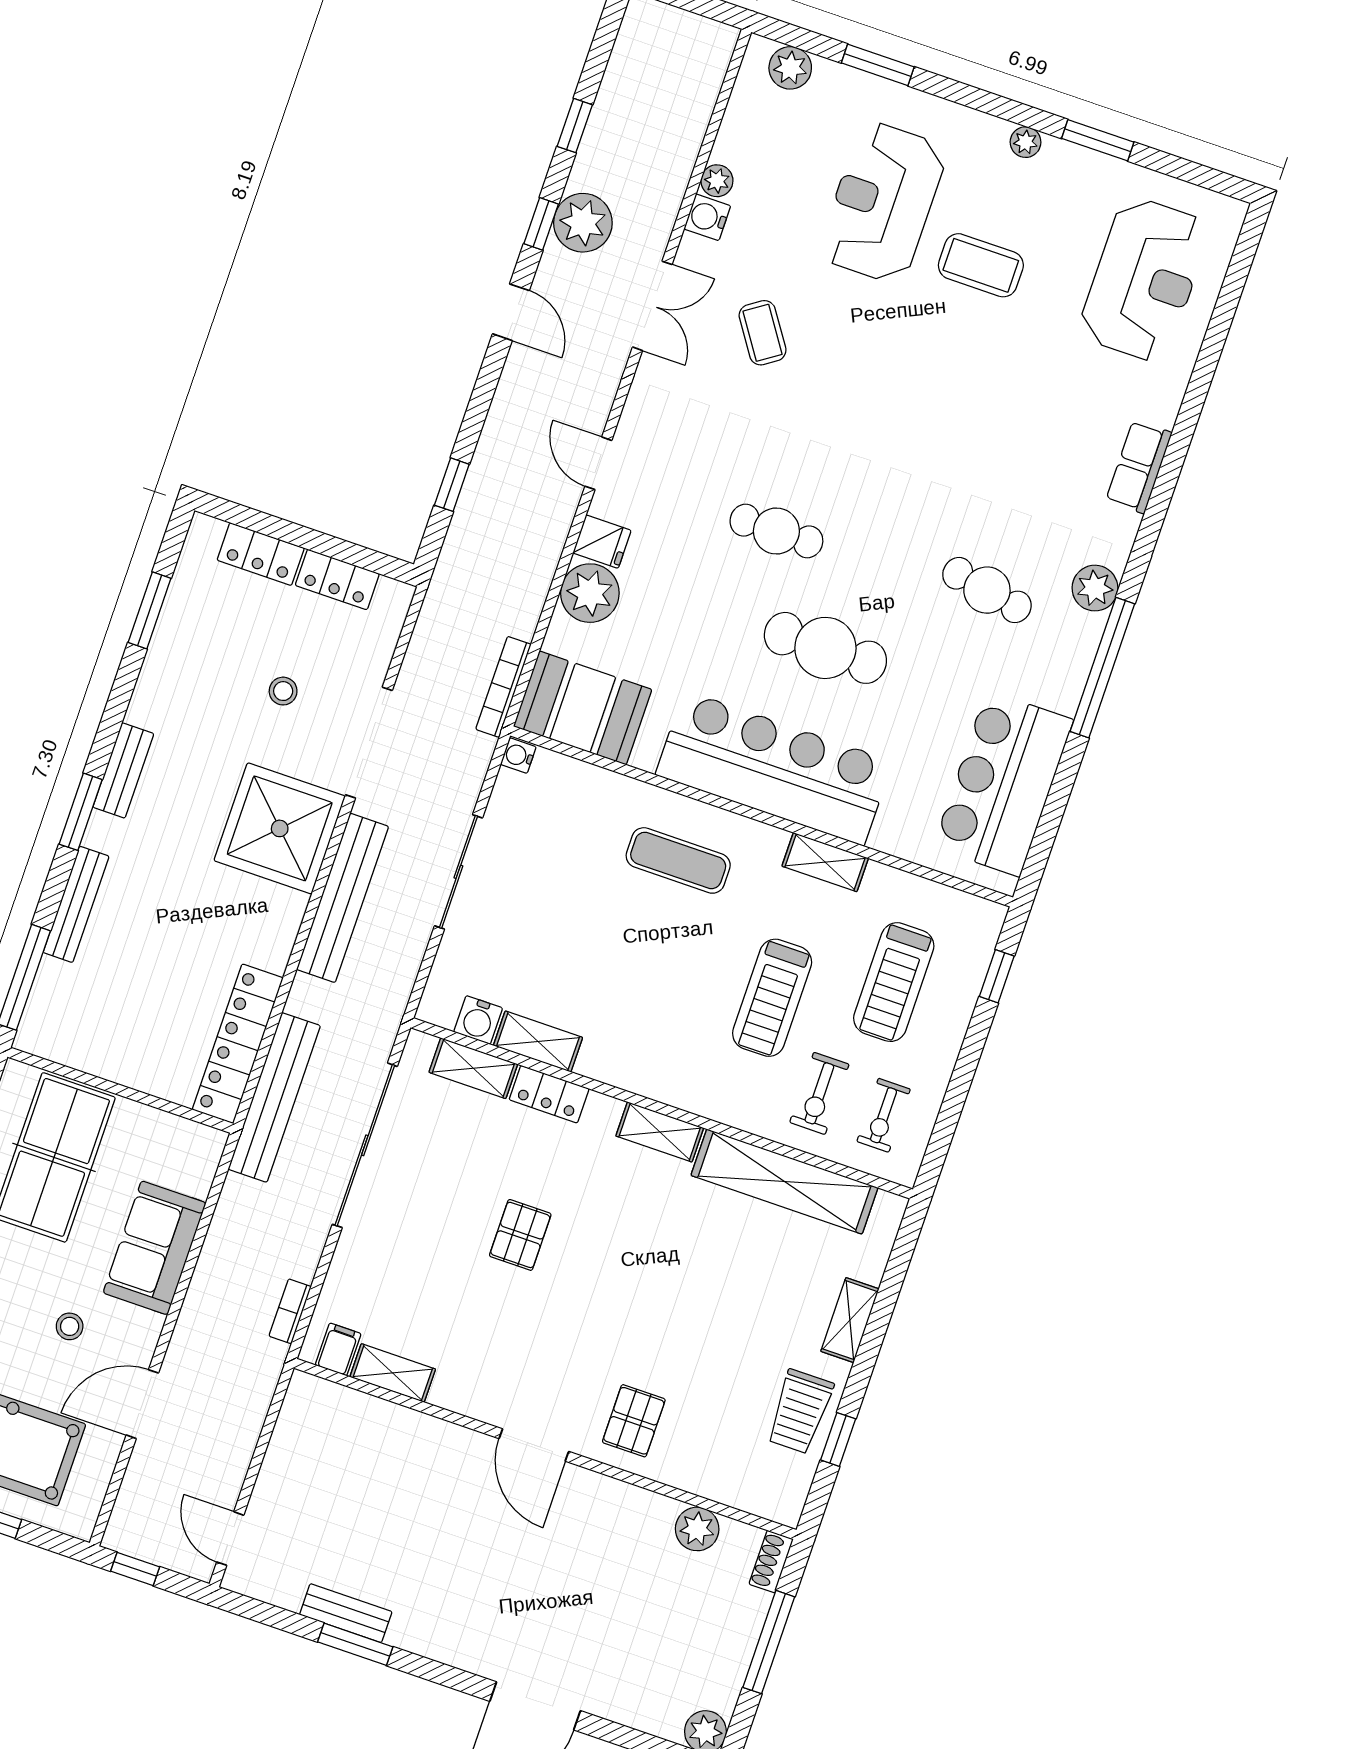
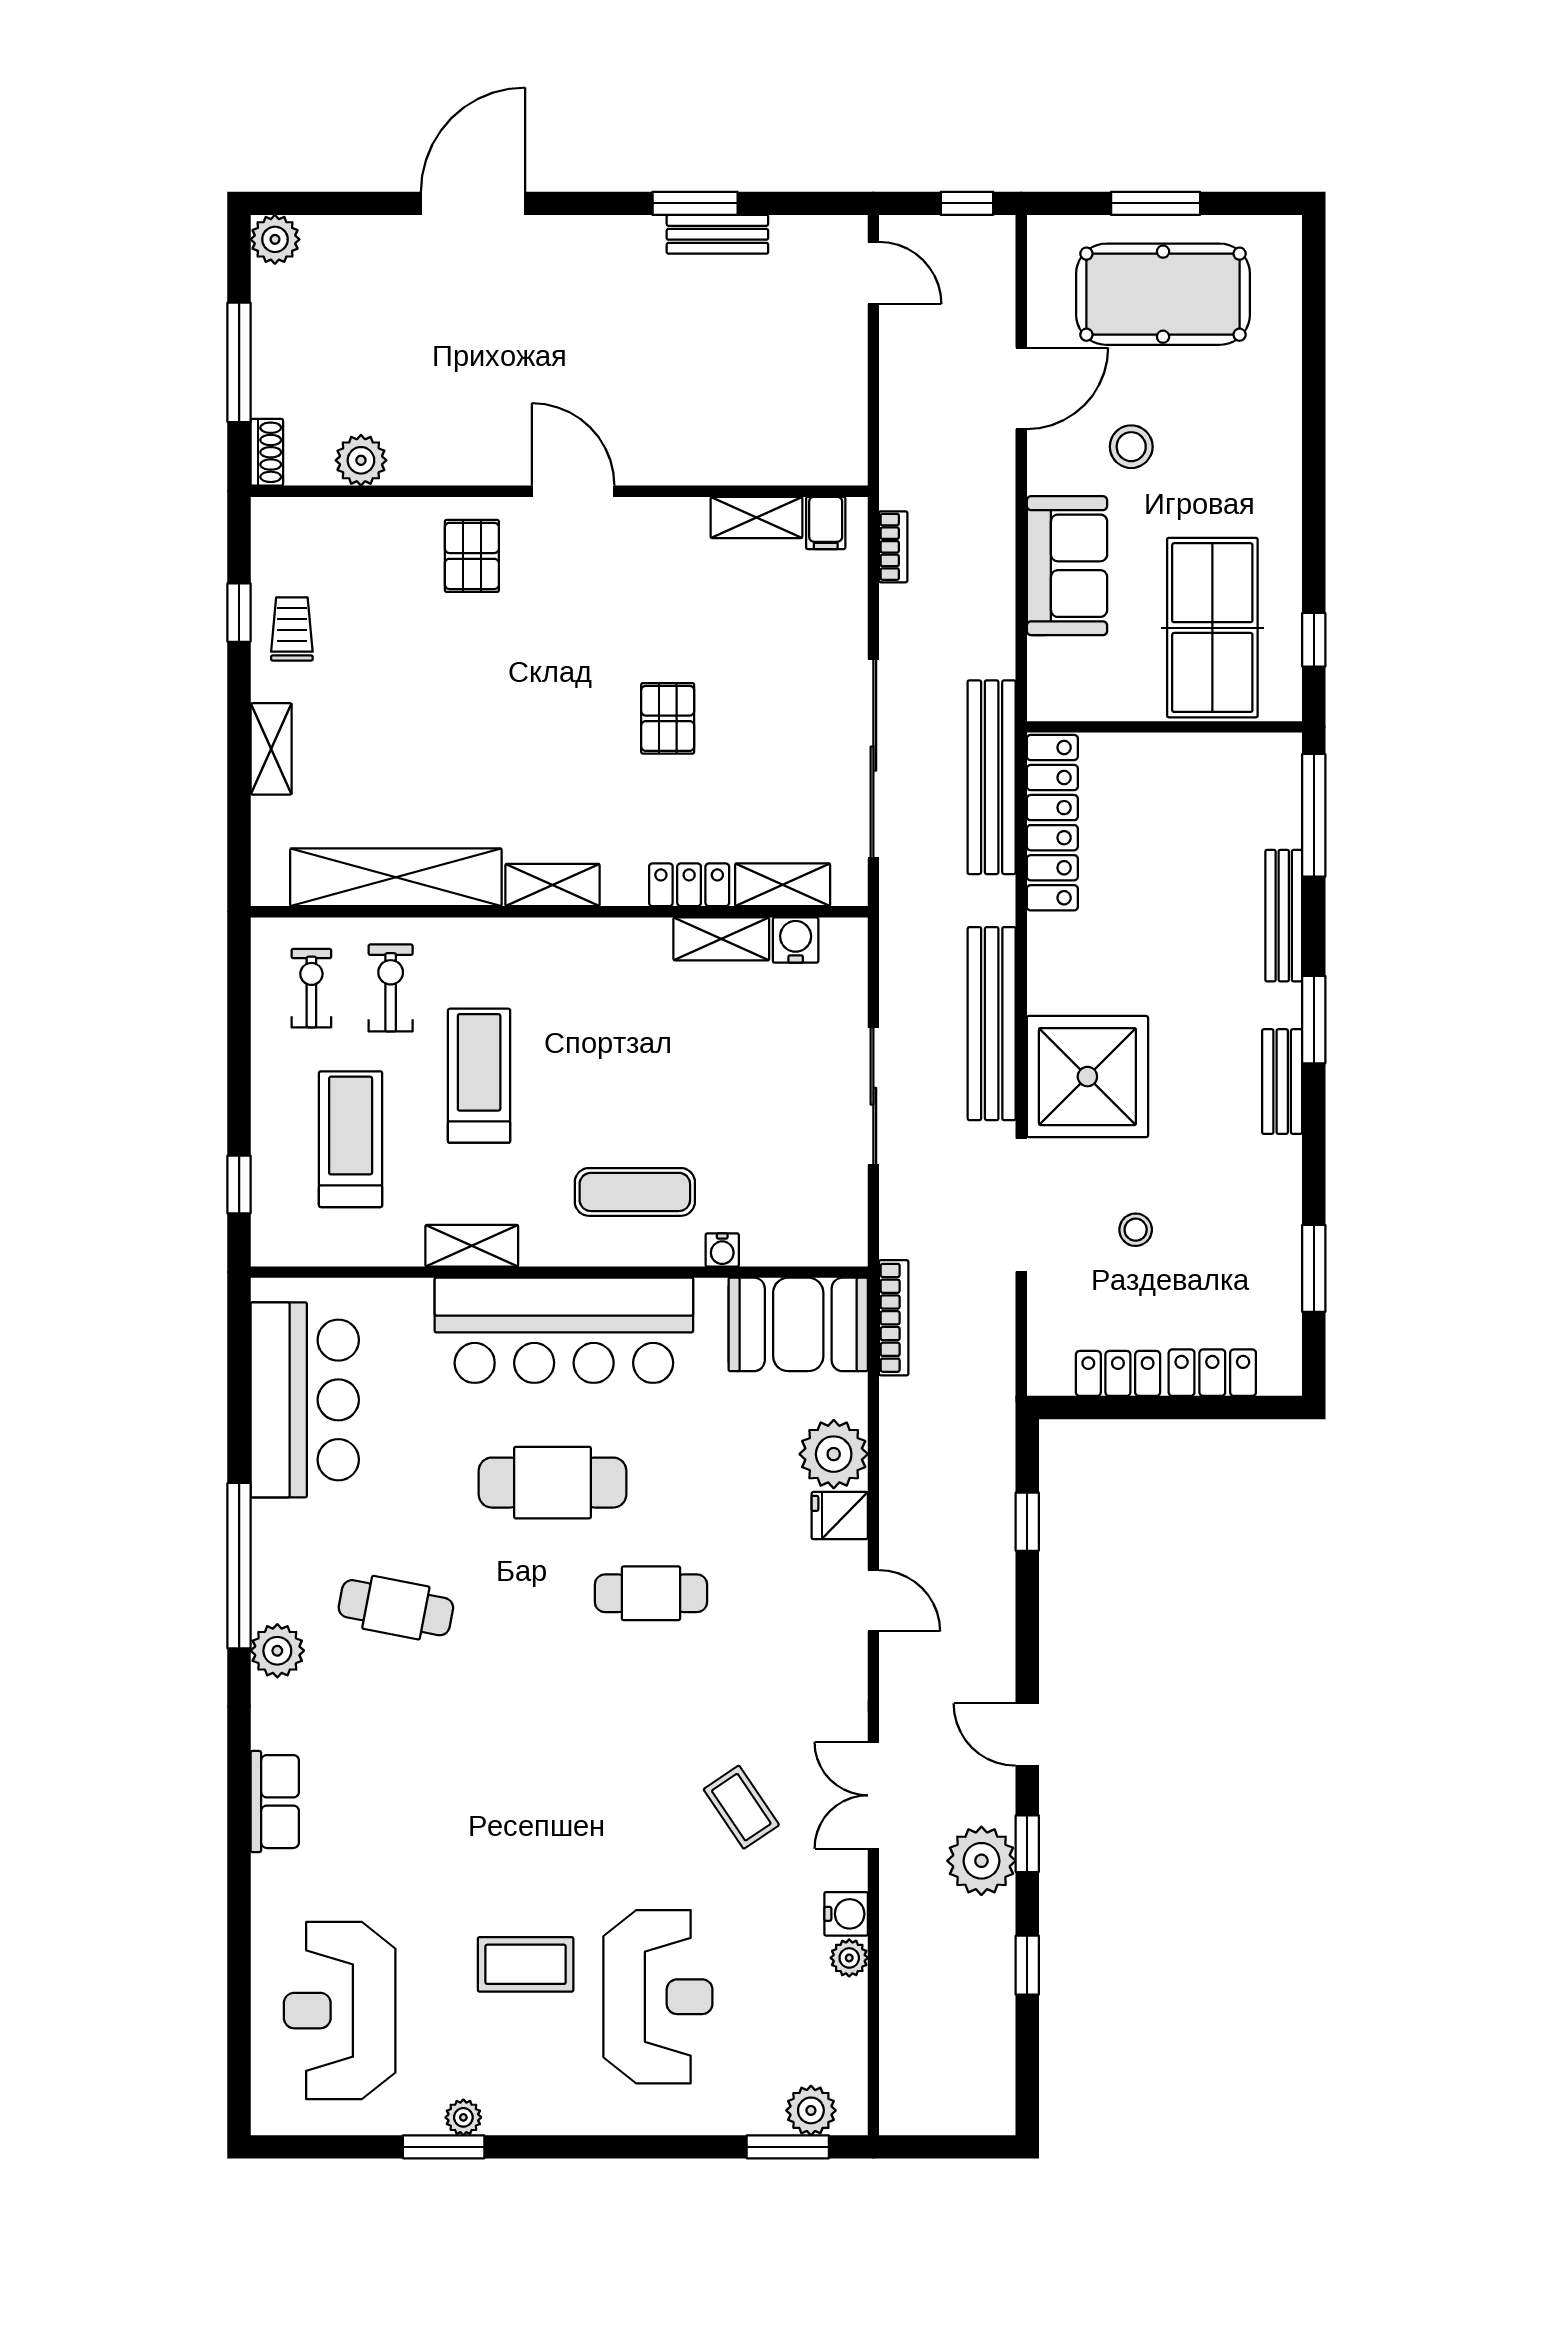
window: (878, 65) -> (788, 2147), moved
plant: (1026, 142) -> (463, 2117), moved
water cooler: (518, 756) -> (722, 1250), moved, turned 90
stool: (70, 1326) -> (1131, 447), width x1.37, depth x1.37
trolley: (800, 1411) -> (292, 629), width x0.73, depth x0.72

